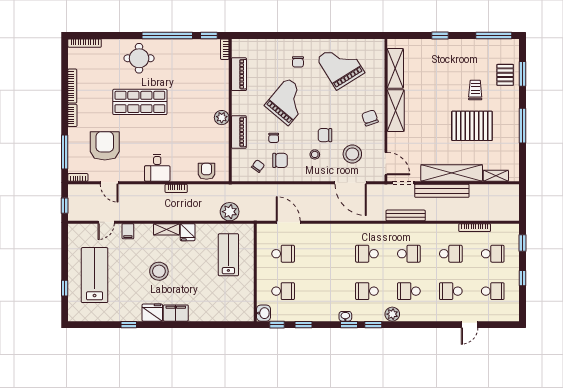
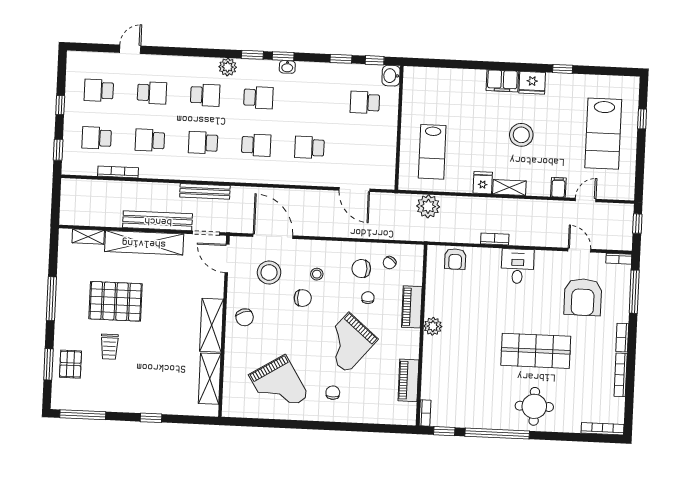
school desk: (283, 254) -> (309, 147), moved

